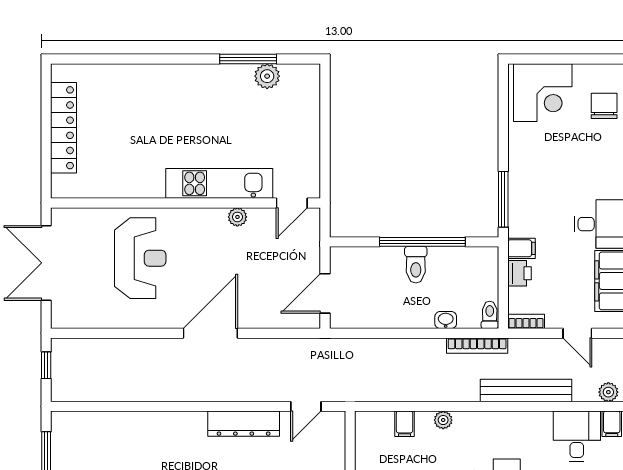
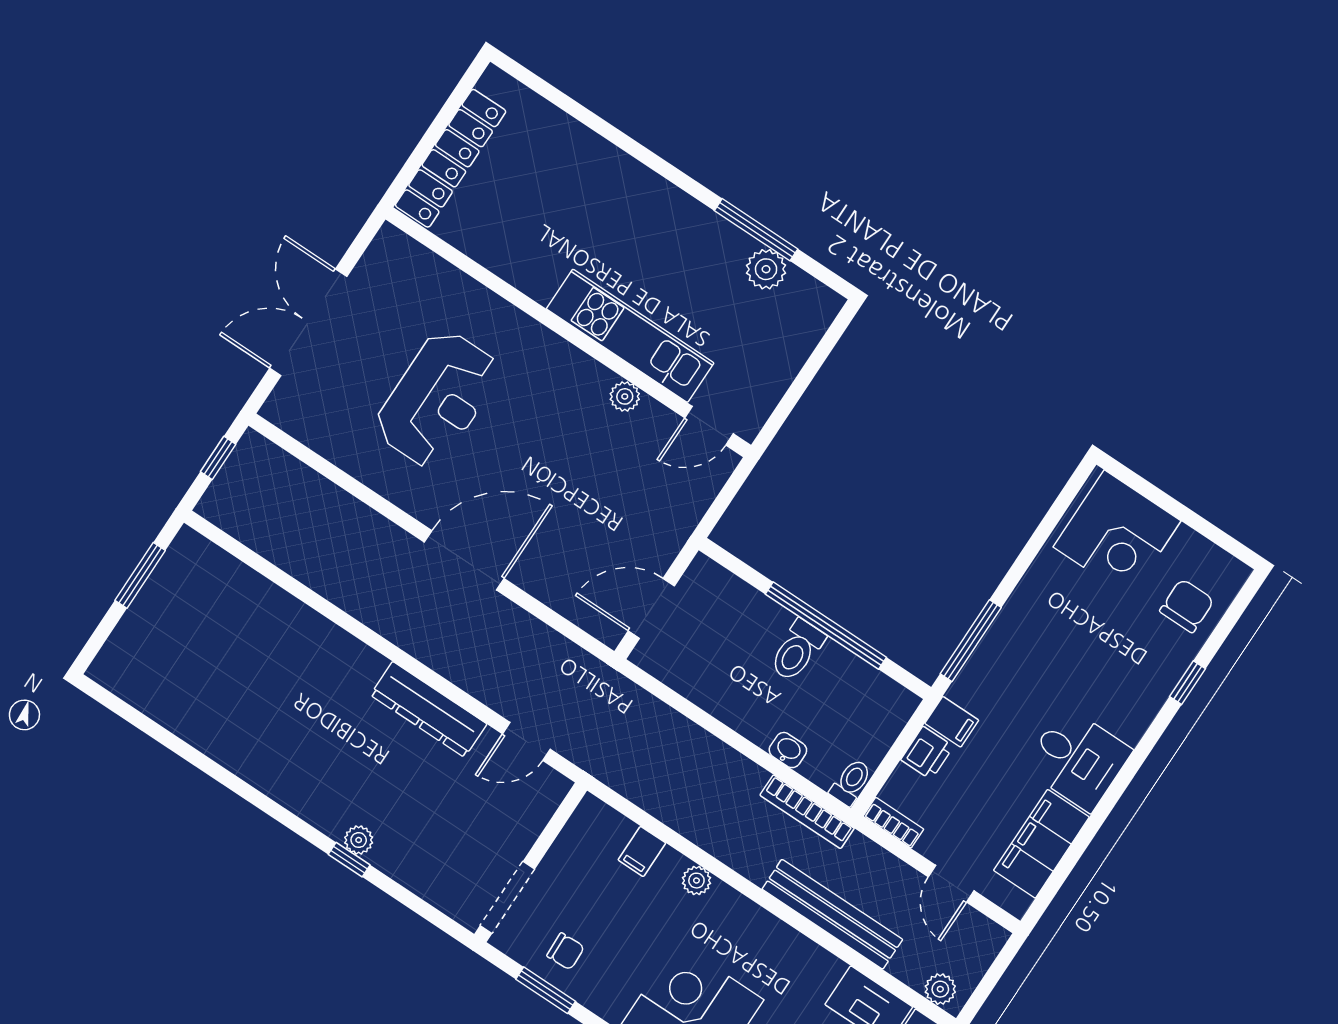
kitchen unit: (219, 183) -> (630, 336), moved
wall: (186, 203) -> (568, 332), moved
door: (292, 203) -> (709, 426), moved
plant: (237, 217) -> (625, 396), moved

